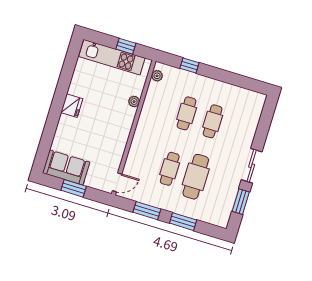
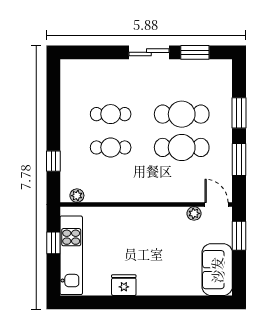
plant: (134, 102) -> (194, 213), moved
fridge: (72, 106) -> (124, 285), moved
cafe table: (170, 169) -> (182, 147), width x1.37, depth x1.35
window: (74, 188) -> (239, 236), moved

